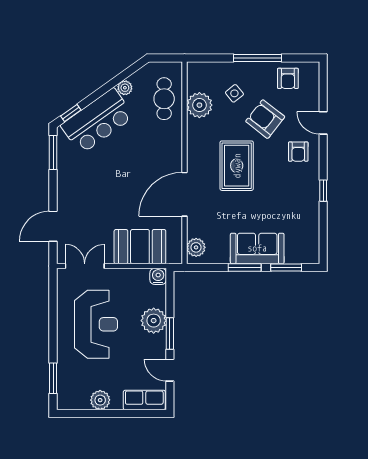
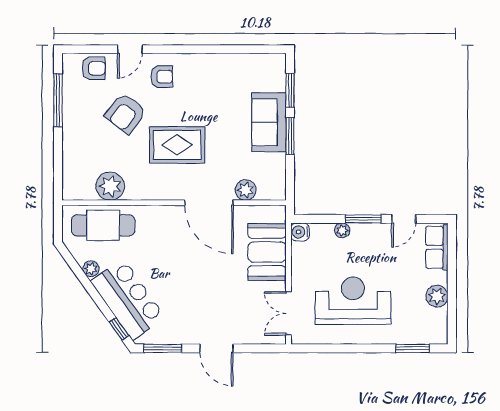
window: (258, 58) -> (58, 100), moved
armchair: (288, 78) -> (94, 68), moved
side table: (234, 93) -> (97, 147), removed
cafe table: (164, 99) -> (103, 225), width x1.37, depth x1.35
window: (323, 191) -> (205, 49), removed
door: (53, 226) -> (216, 348), moved
plant: (196, 247) -> (246, 190), moved
plant: (154, 321) -> (342, 230), width x0.53, depth x0.53

